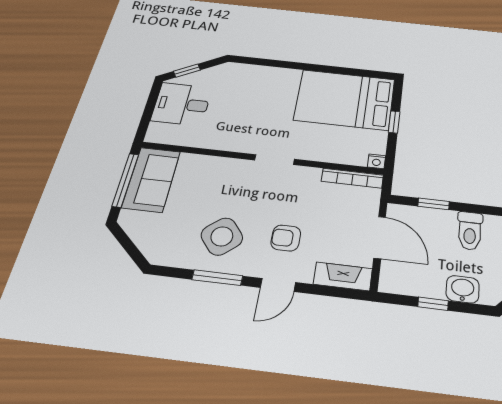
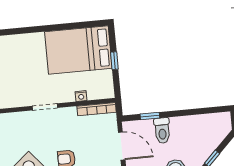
nightstand: (376, 161) -> (81, 96), moved
toilet: (470, 231) -> (162, 131), moved

